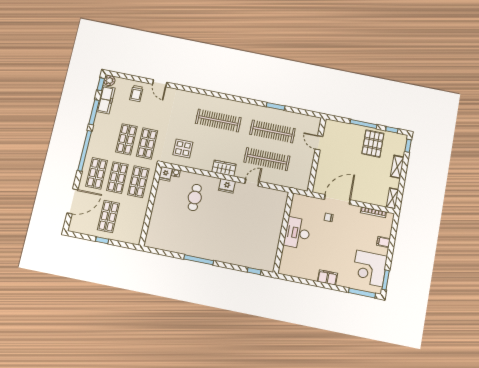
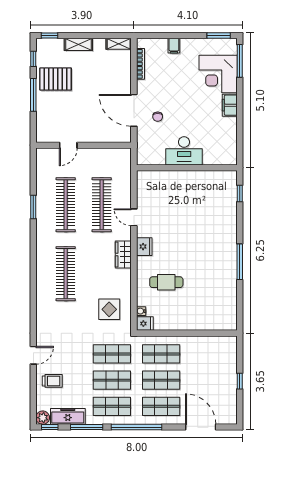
shop shelf: (108, 216) -> (112, 406), moved
corner desk: (369, 268) -> (218, 74), moved, turned 90

